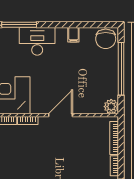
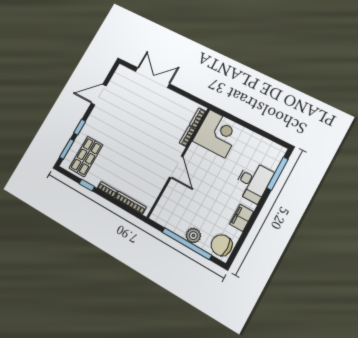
filing cabinet: (73, 35) -> (241, 218), width x2.00
plant: (111, 107) -> (193, 236), moved

